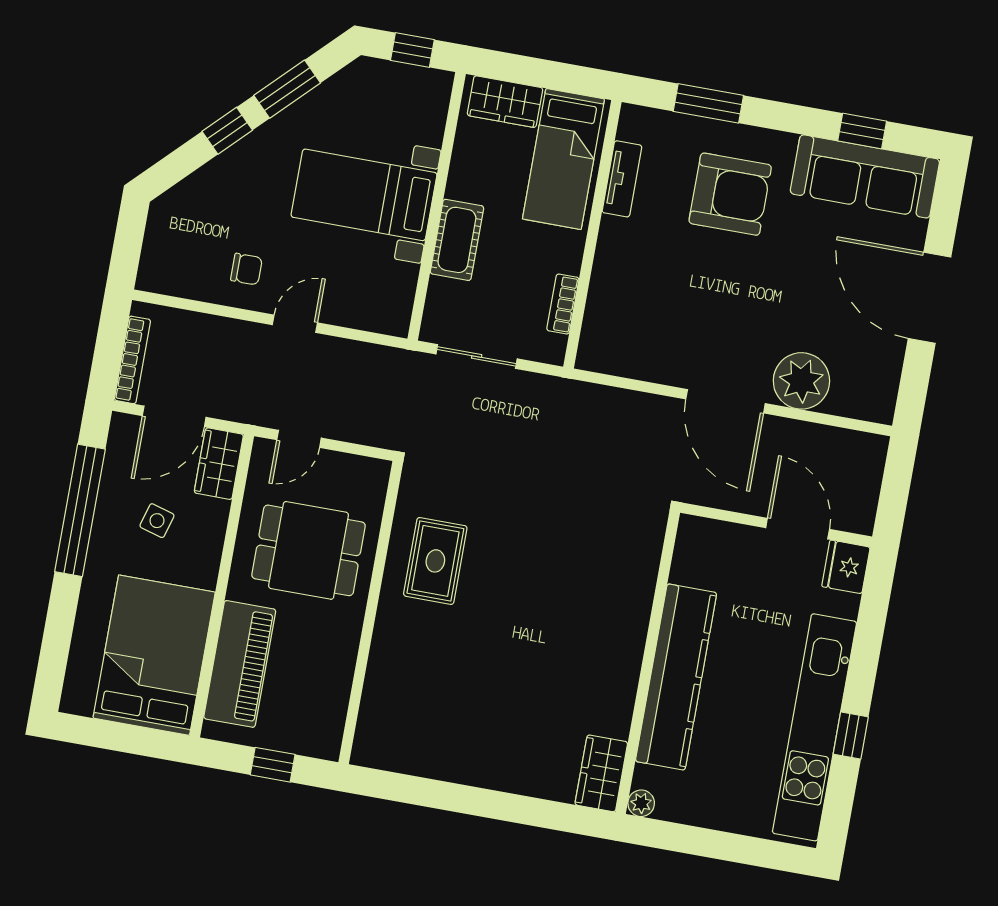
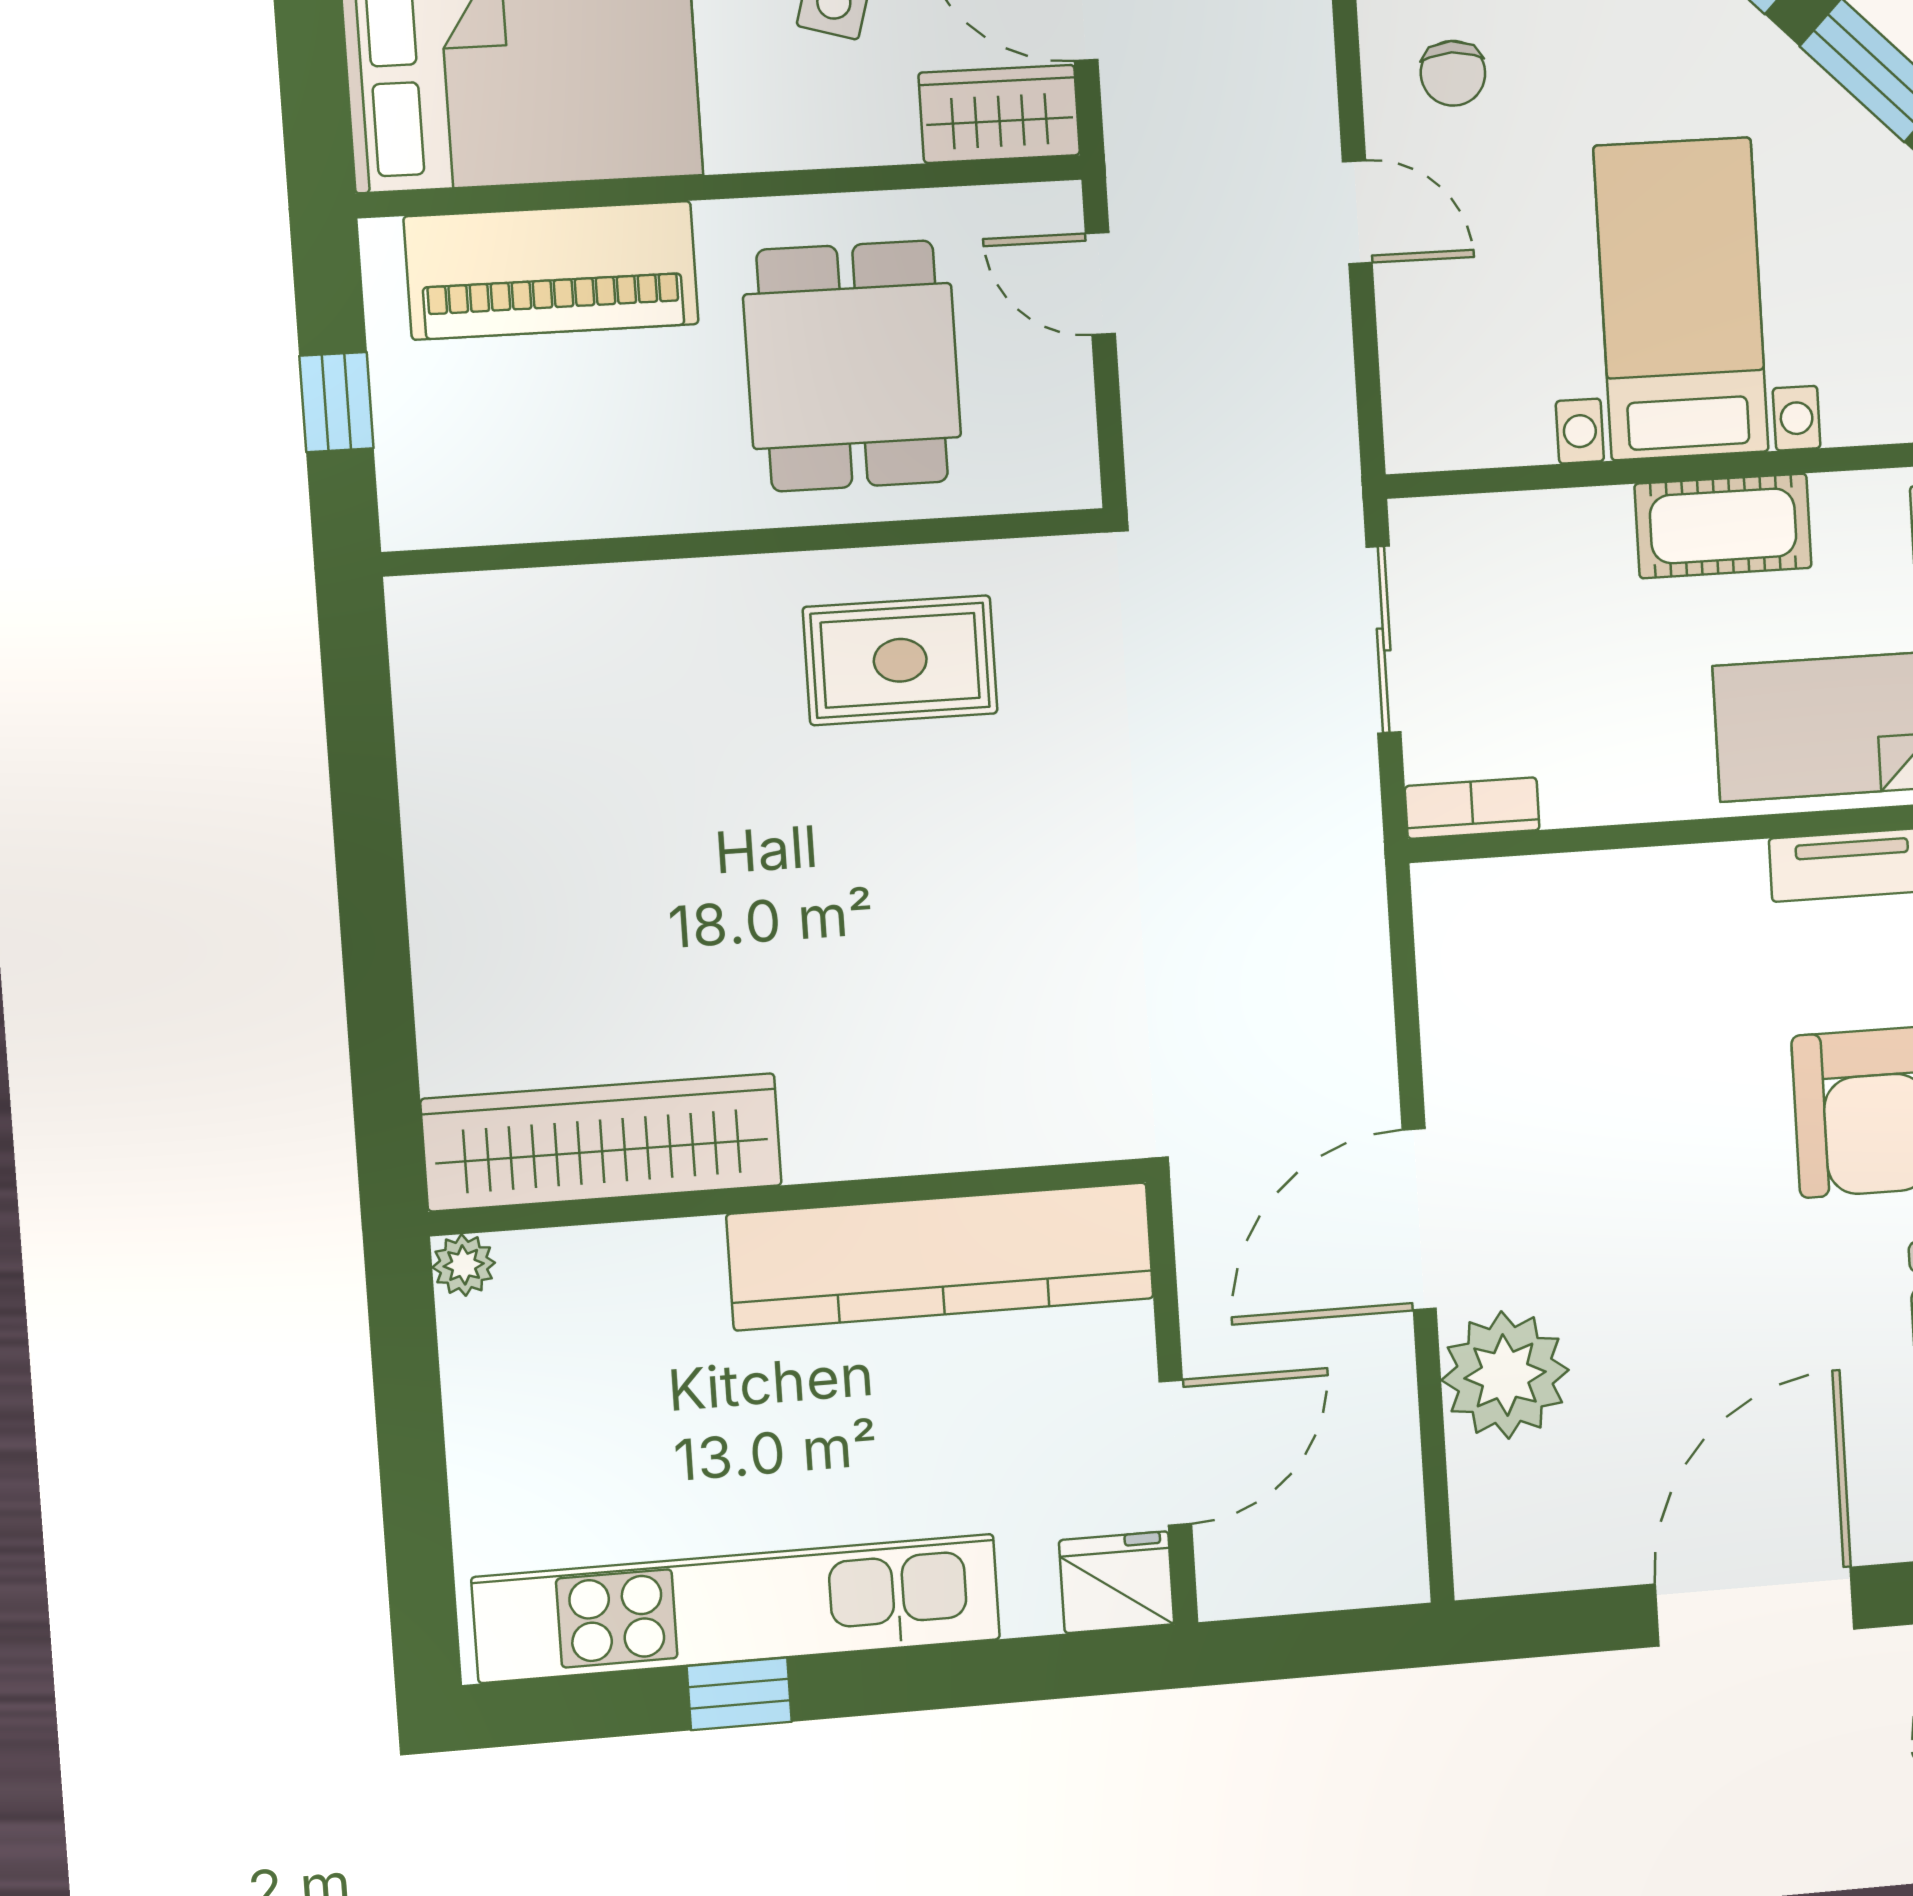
cot: (457, 240) -> (1723, 526), moved
bookcase: (563, 304) -> (1472, 808), moved
kitchen counter: (676, 677) -> (941, 1256), moved
wardrobe: (601, 773) -> (602, 1142), width x2.10, depth x1.17

